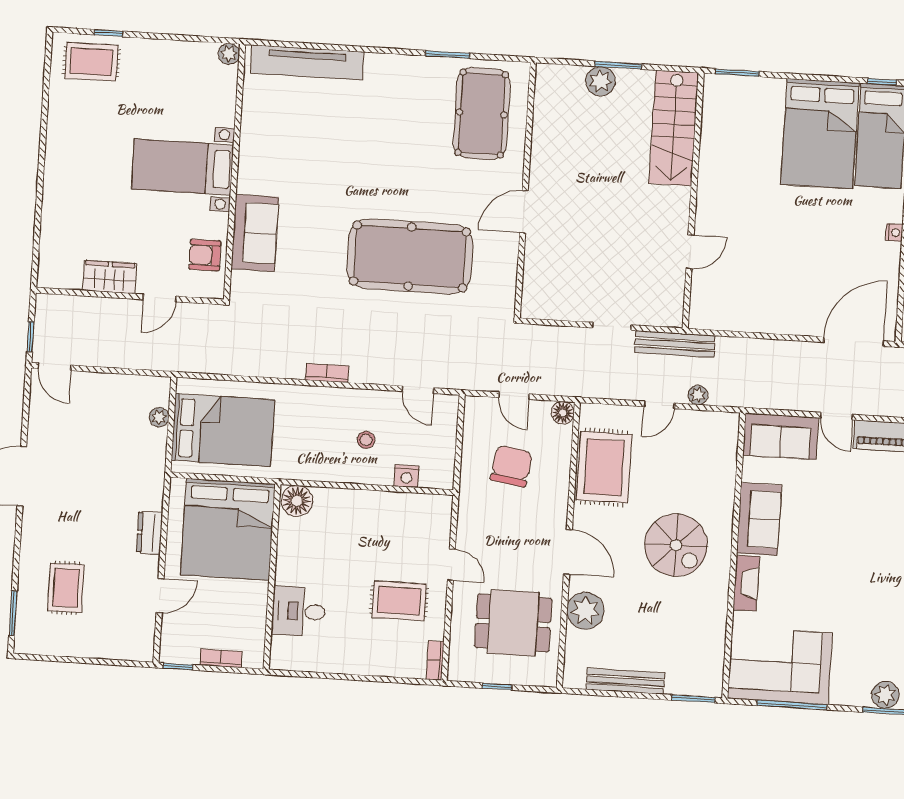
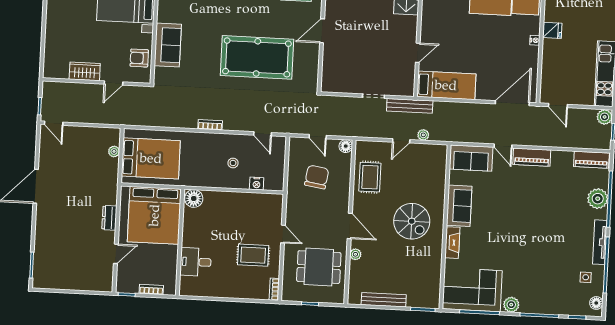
bed: (739, 309) -> (446, 85), added
rug: (604, 467) -> (370, 177), width x0.73, depth x0.70
rug: (66, 588) -> (62, 250), removed
plant: (585, 611) -> (355, 254), width x0.53, depth x0.53
plant: (885, 695) -> (511, 305), moved

